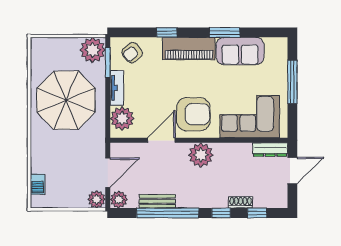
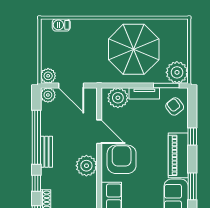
armchair: (193, 114) -> (122, 159), turned 180
bench: (157, 201) -> (46, 152), moved

